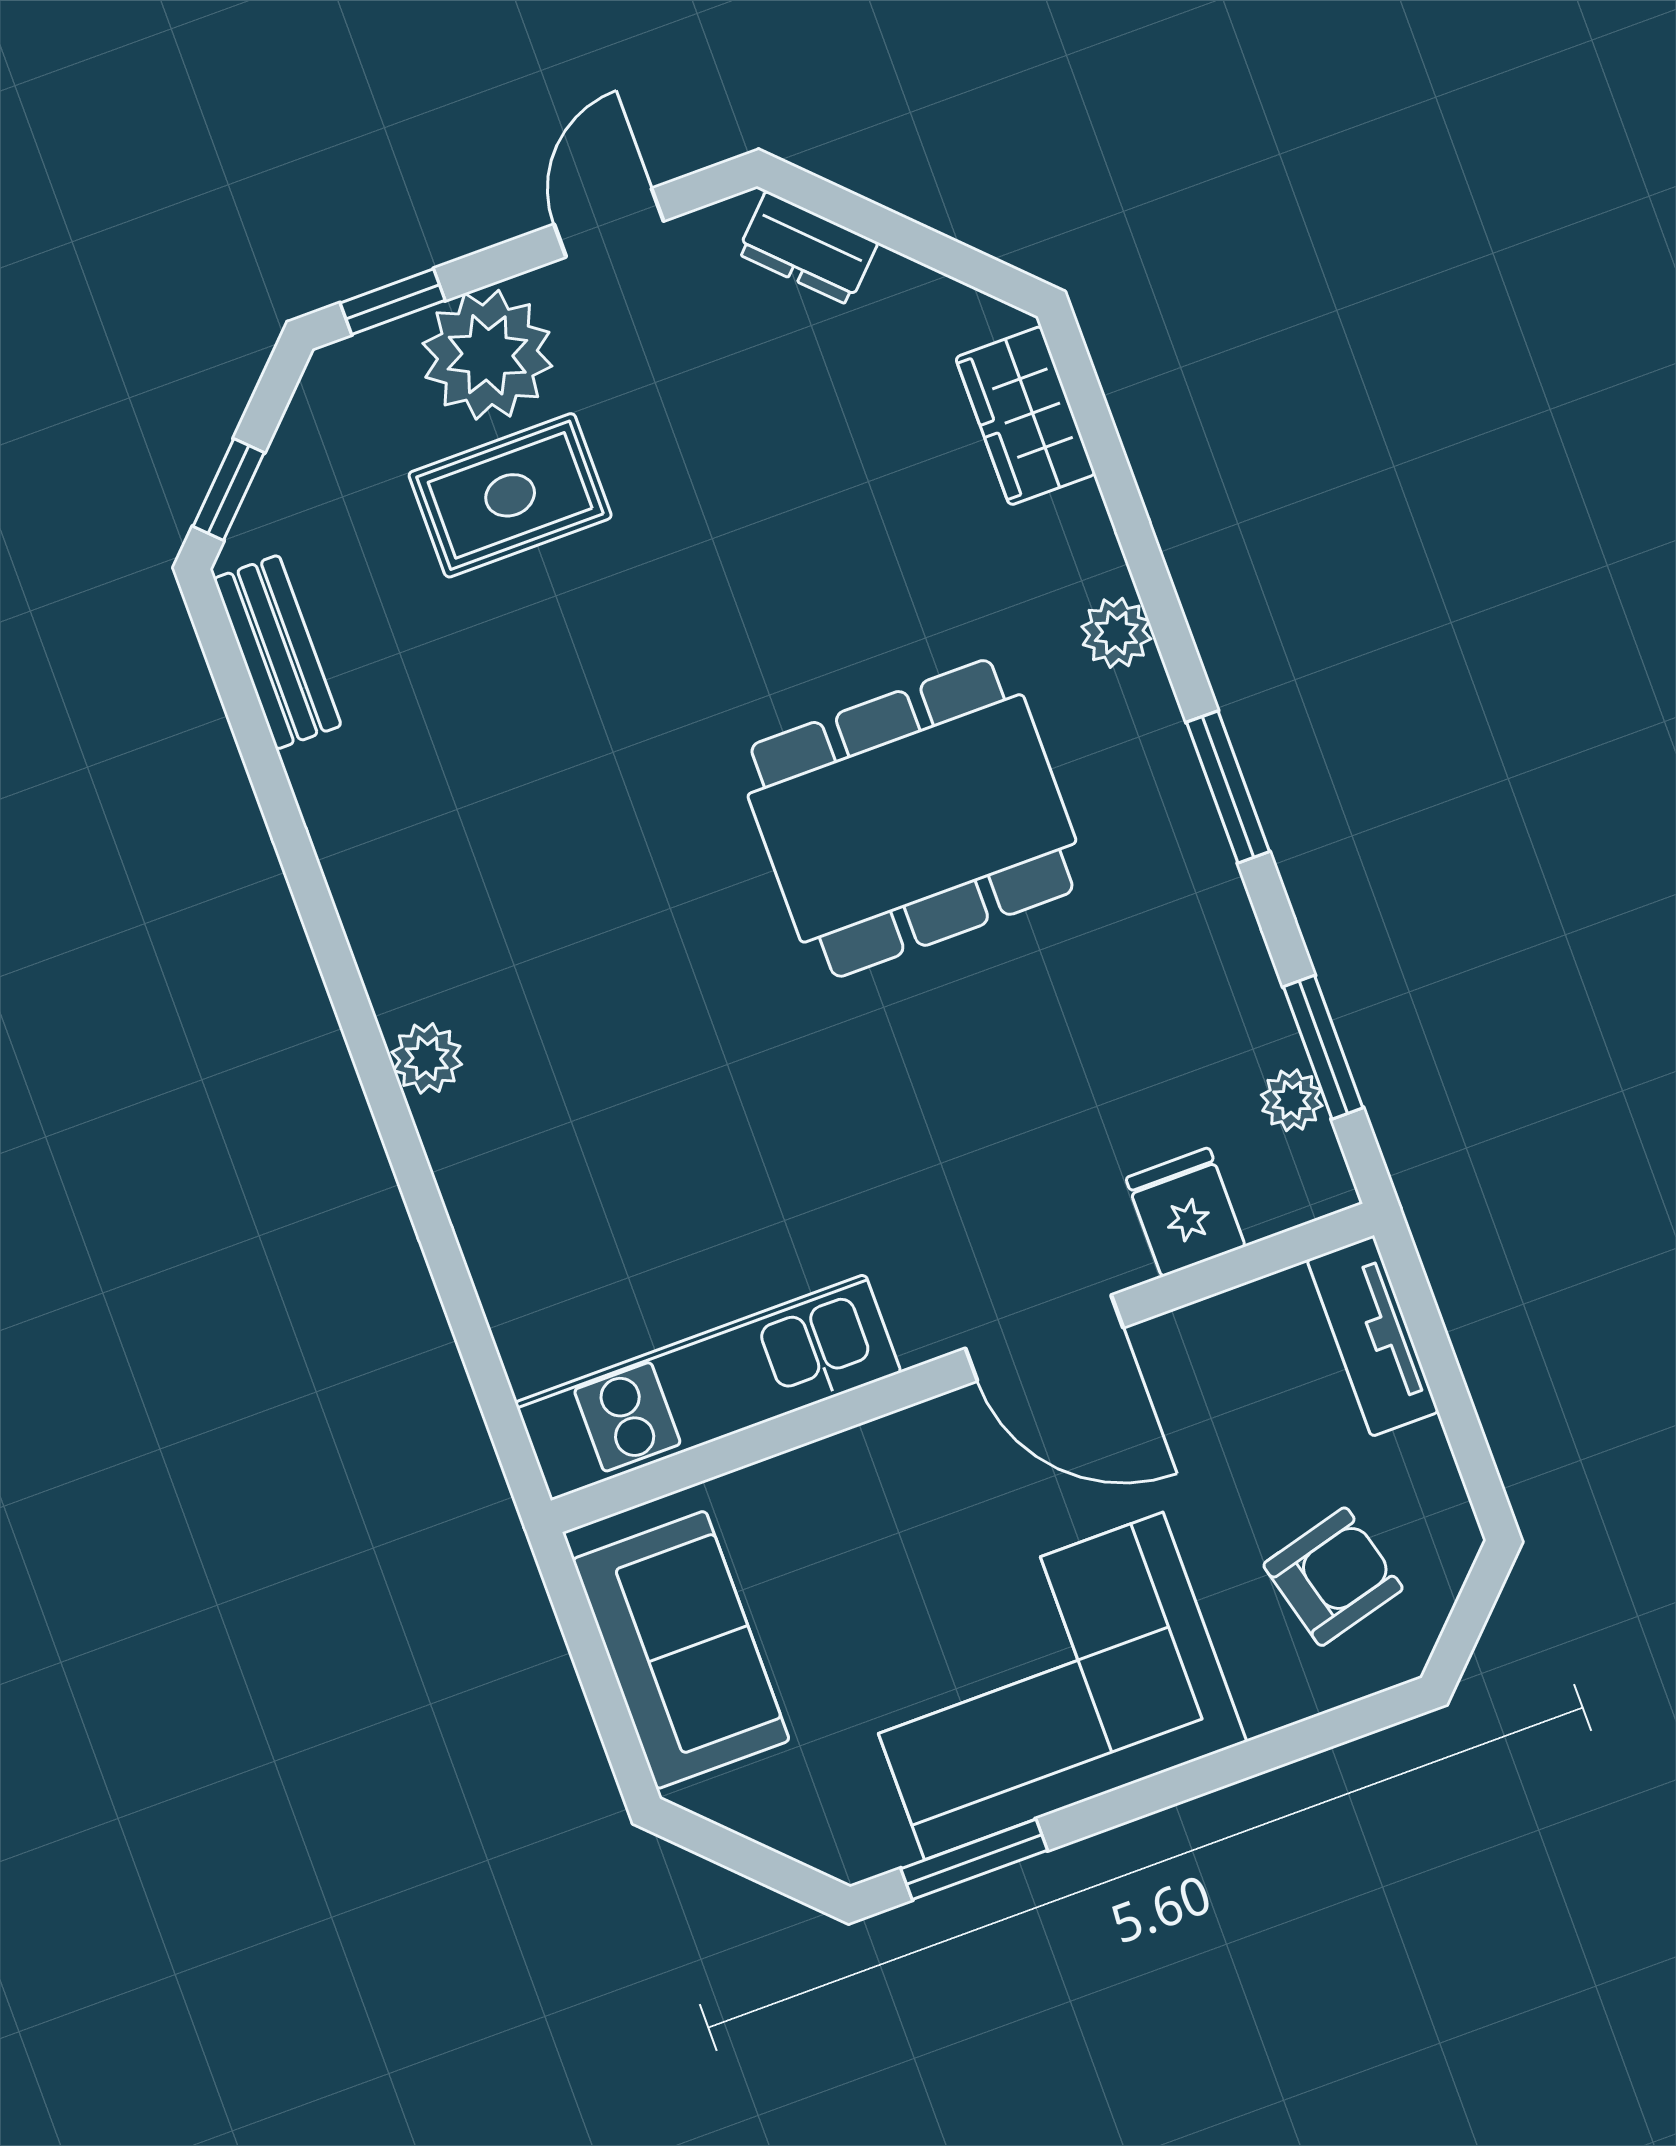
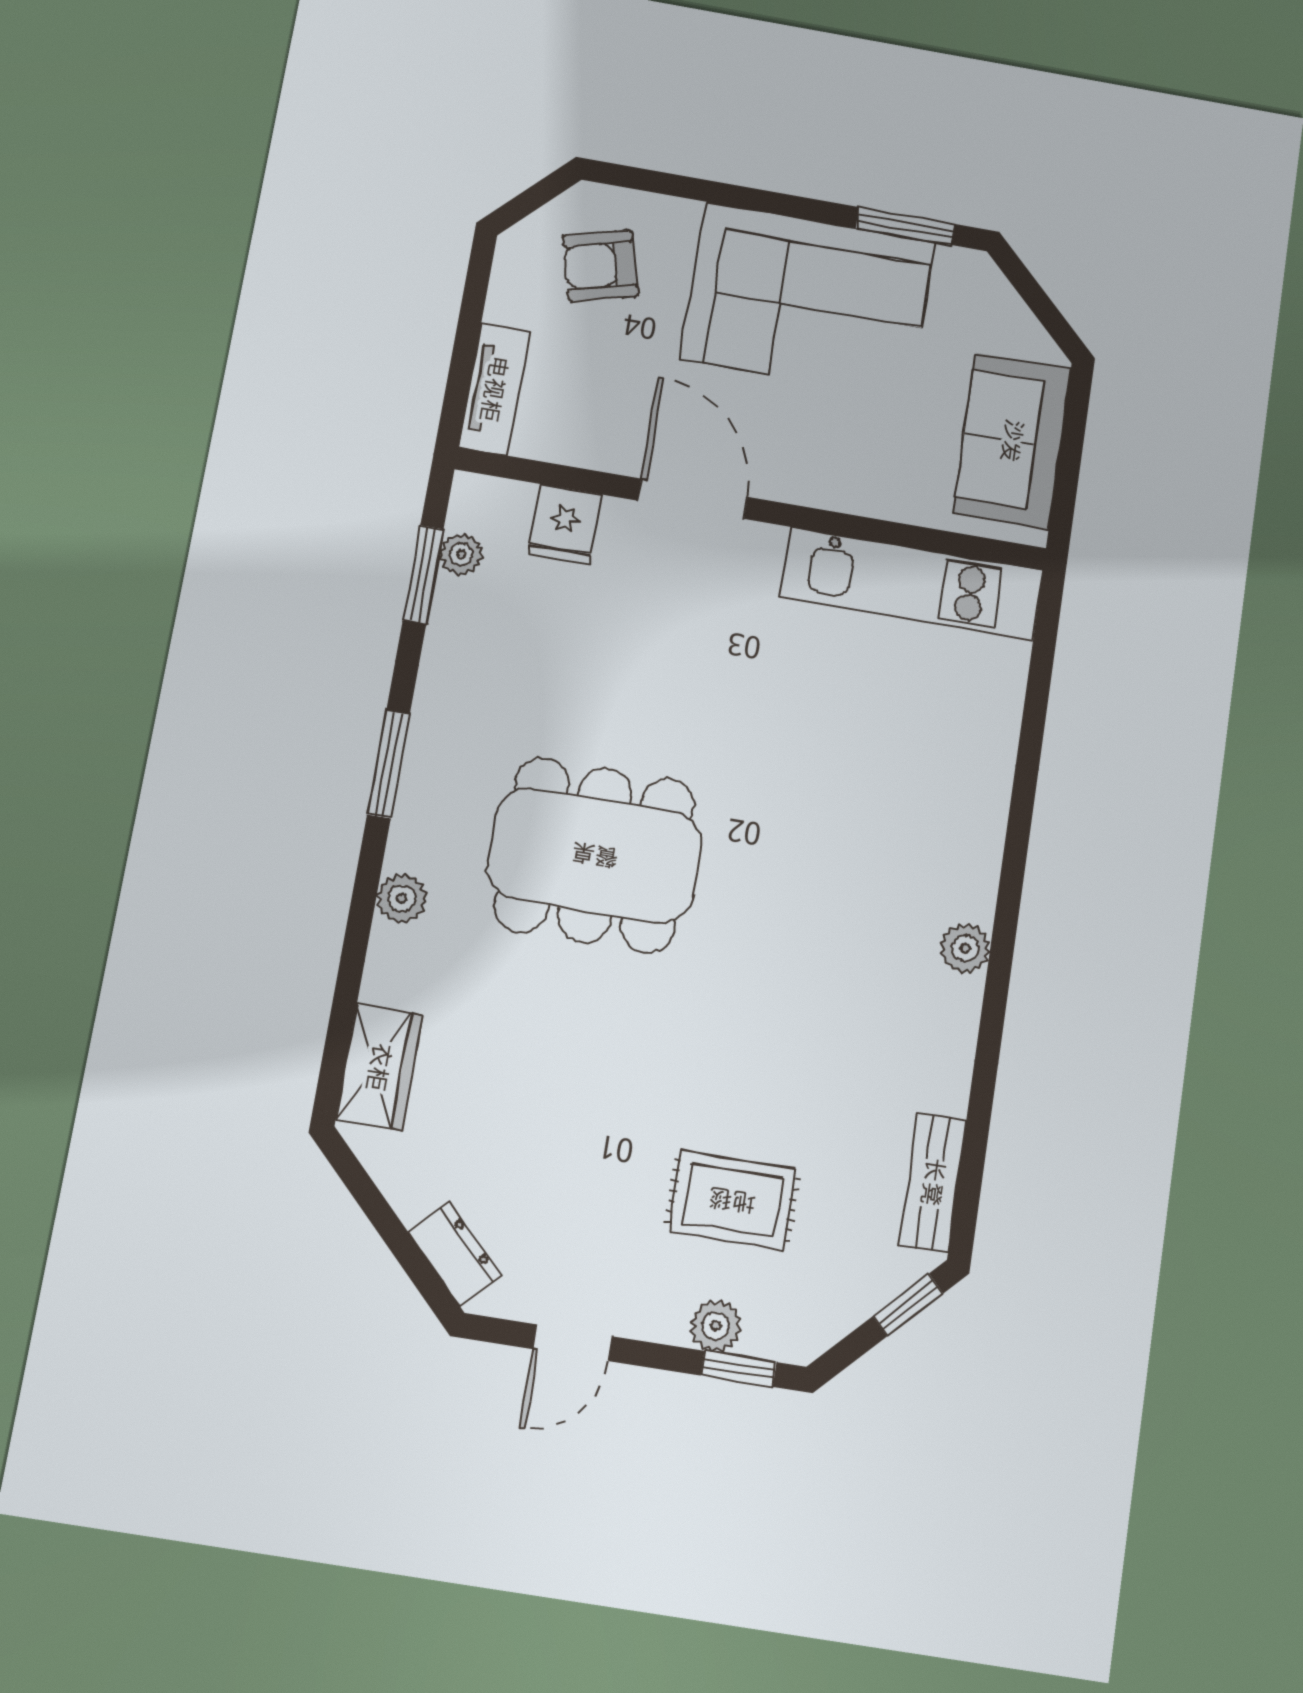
plant: (487, 355) -> (716, 1326), width x0.53, depth x0.53
plant: (427, 1058) -> (965, 948), moved

